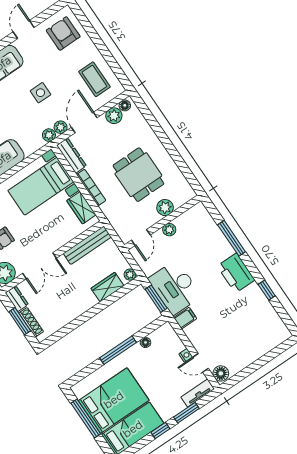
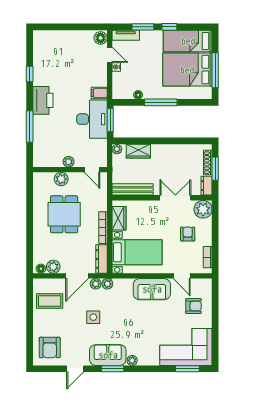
coffee table: (94, 79) -> (50, 301), turned 90
door: (141, 238) -> (92, 170), swing flipped

